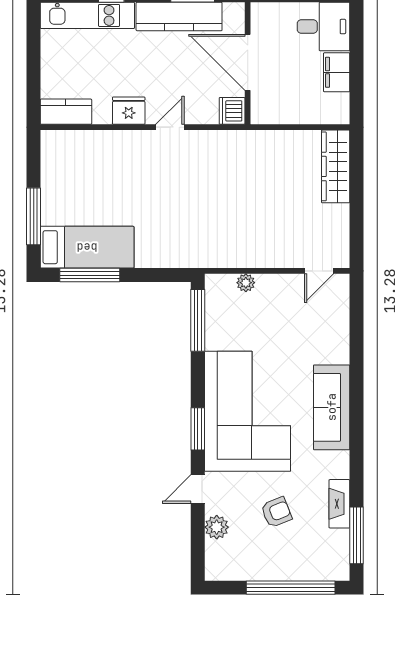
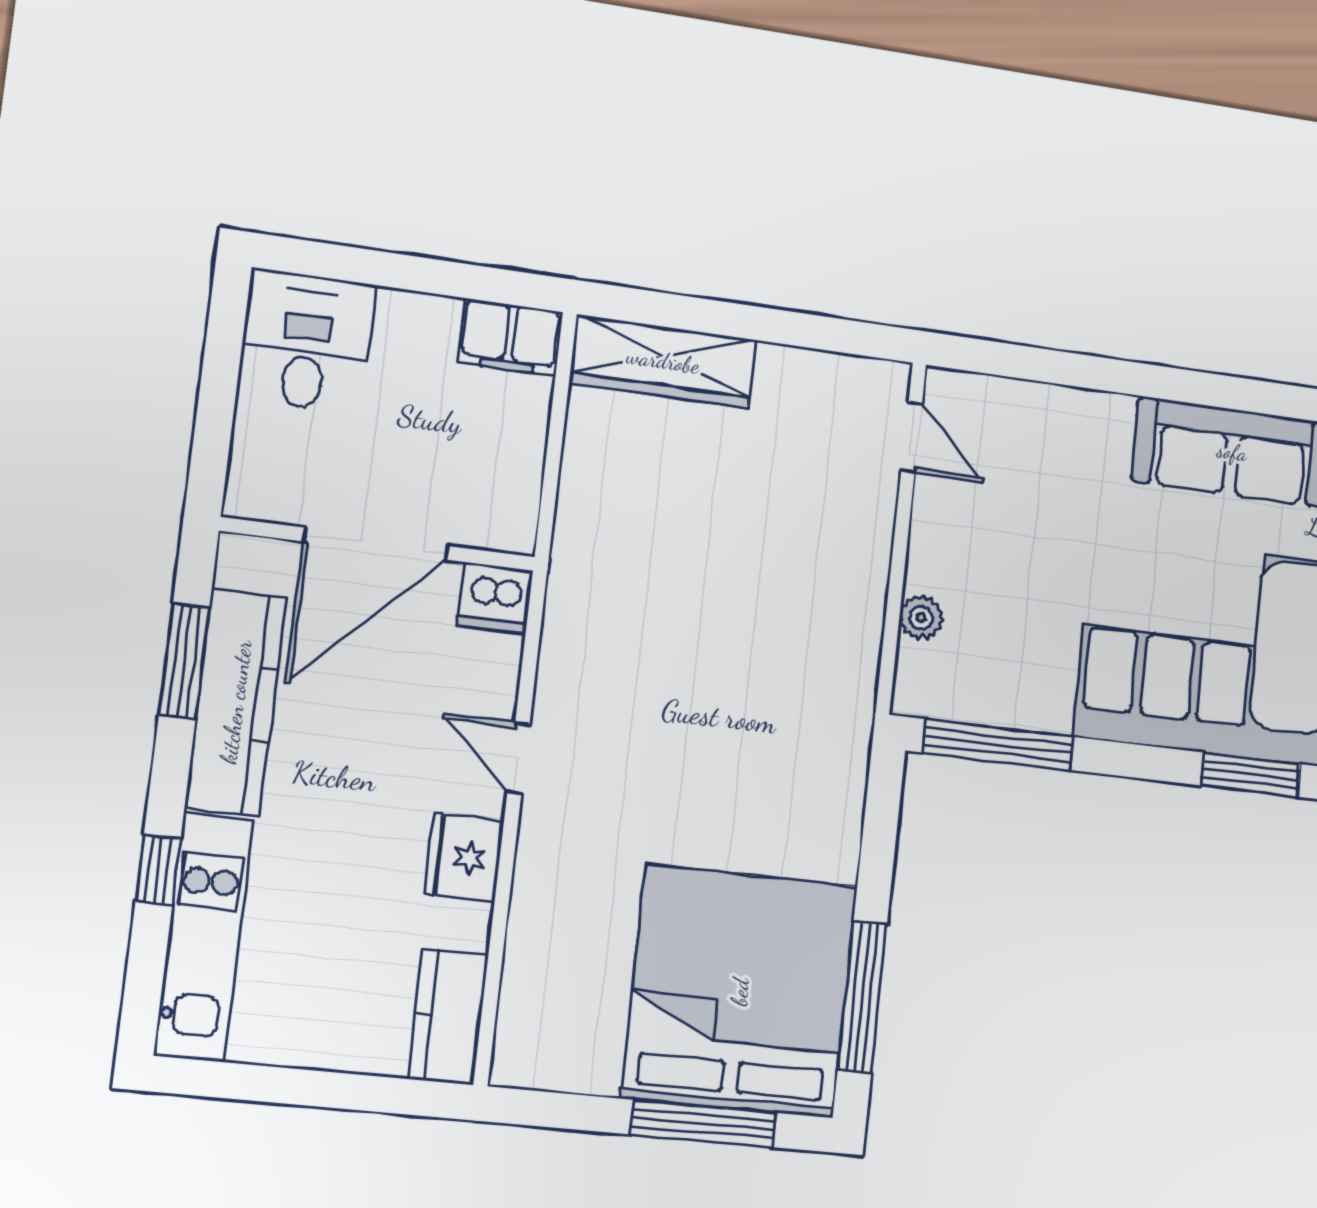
filing cabinet: (337, 72) -> (510, 337), moved
bed: (87, 247) -> (740, 992), width x2.04

